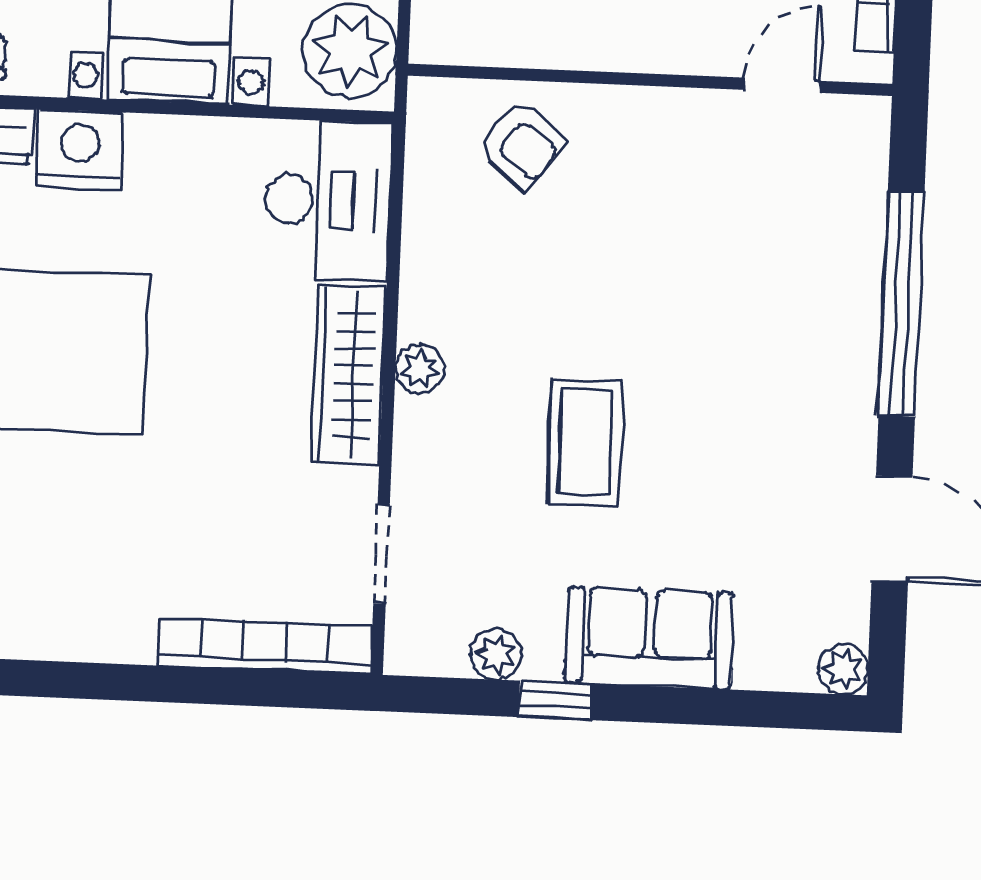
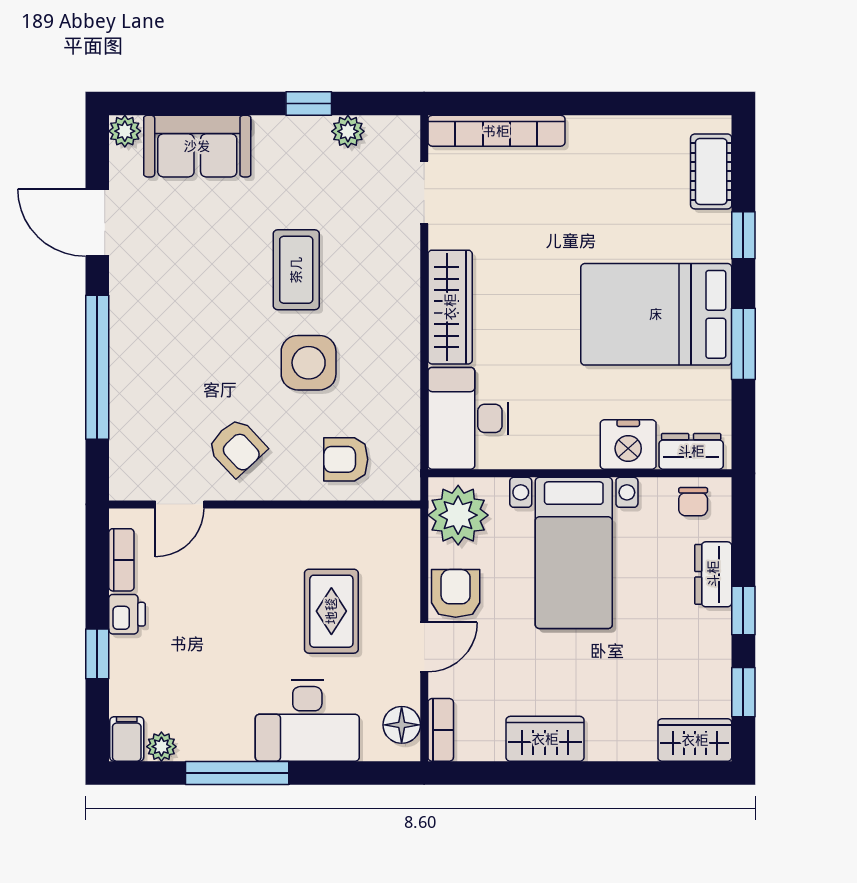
armchair: (521, 145) -> (346, 459), turned -39
armchair: (689, 170) -> (237, 447), added
side table: (572, 297) -> (309, 363), added
plant: (420, 369) -> (405, 313), removed
sofa: (649, 638) -> (197, 146), moved

